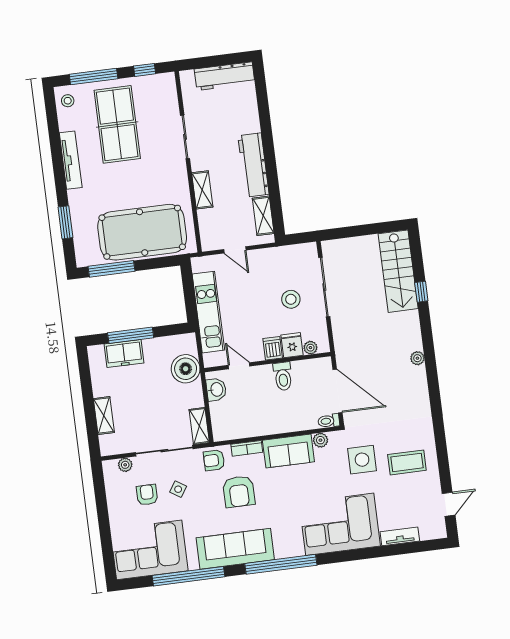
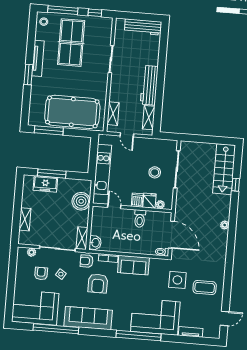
shelving: (202, 190) -> (113, 114), moved
window: (65, 222) -> (28, 74), moved
washbasin: (216, 390) -> (95, 243), moved
plant: (320, 440) -> (154, 263), removed
window: (281, 564) -> (138, 336), moved

